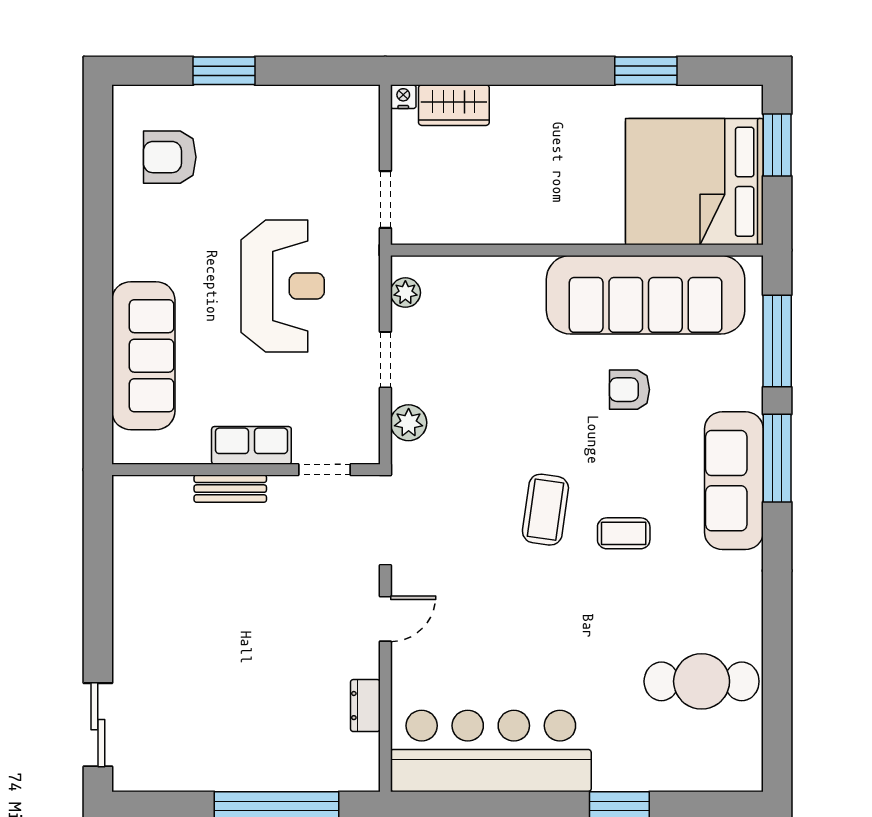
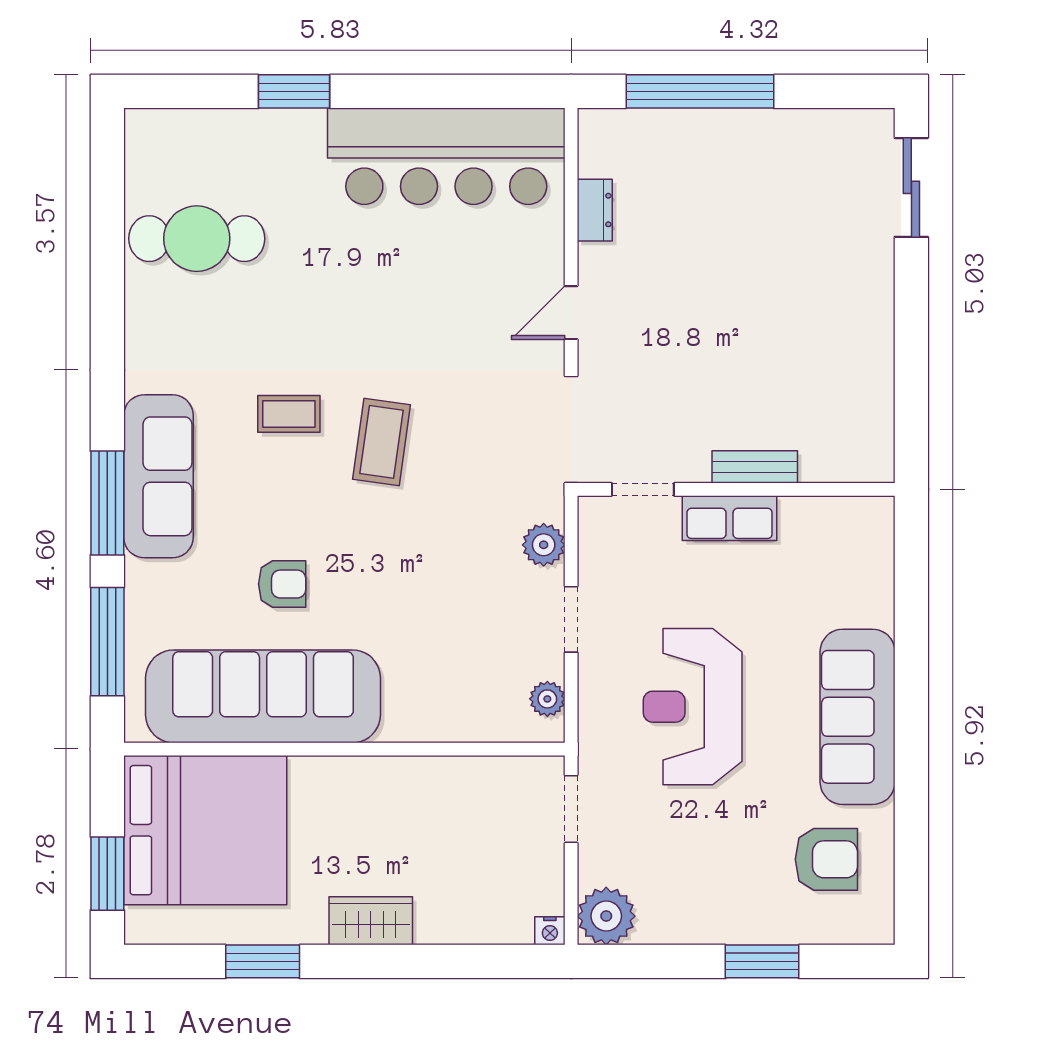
wardrobe: (454, 105) -> (371, 921), moved
plant: (356, 109) -> (606, 916), added
sofa: (143, 356) -> (858, 717), moved

